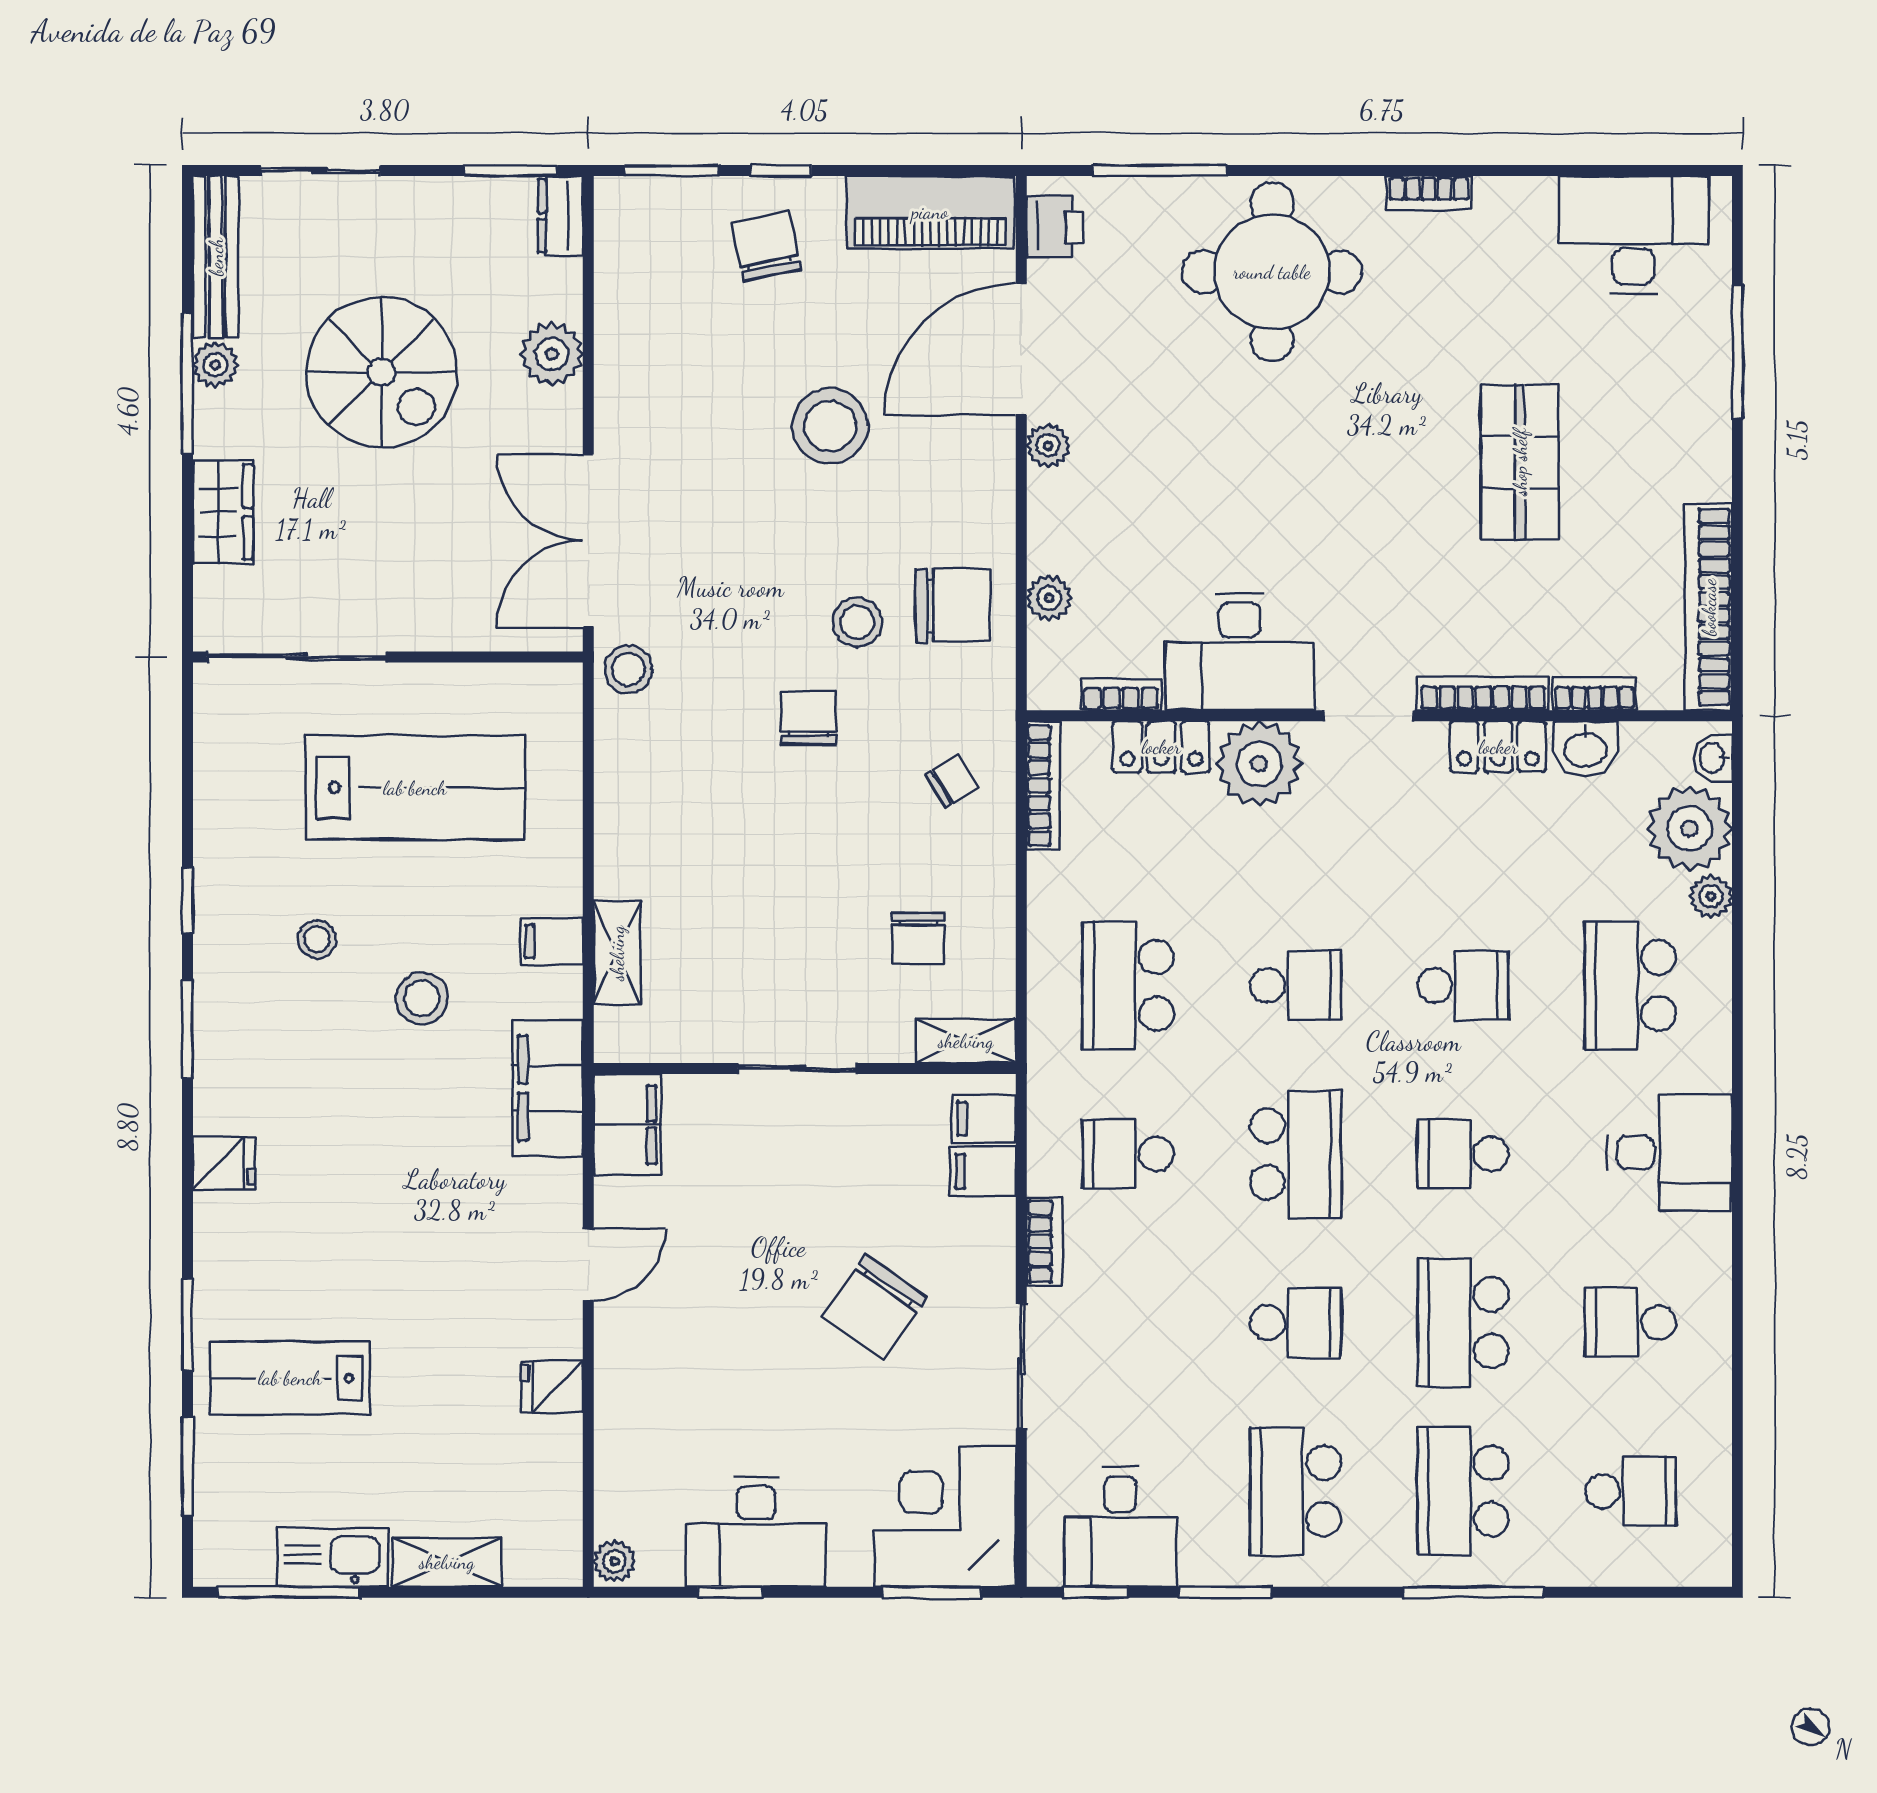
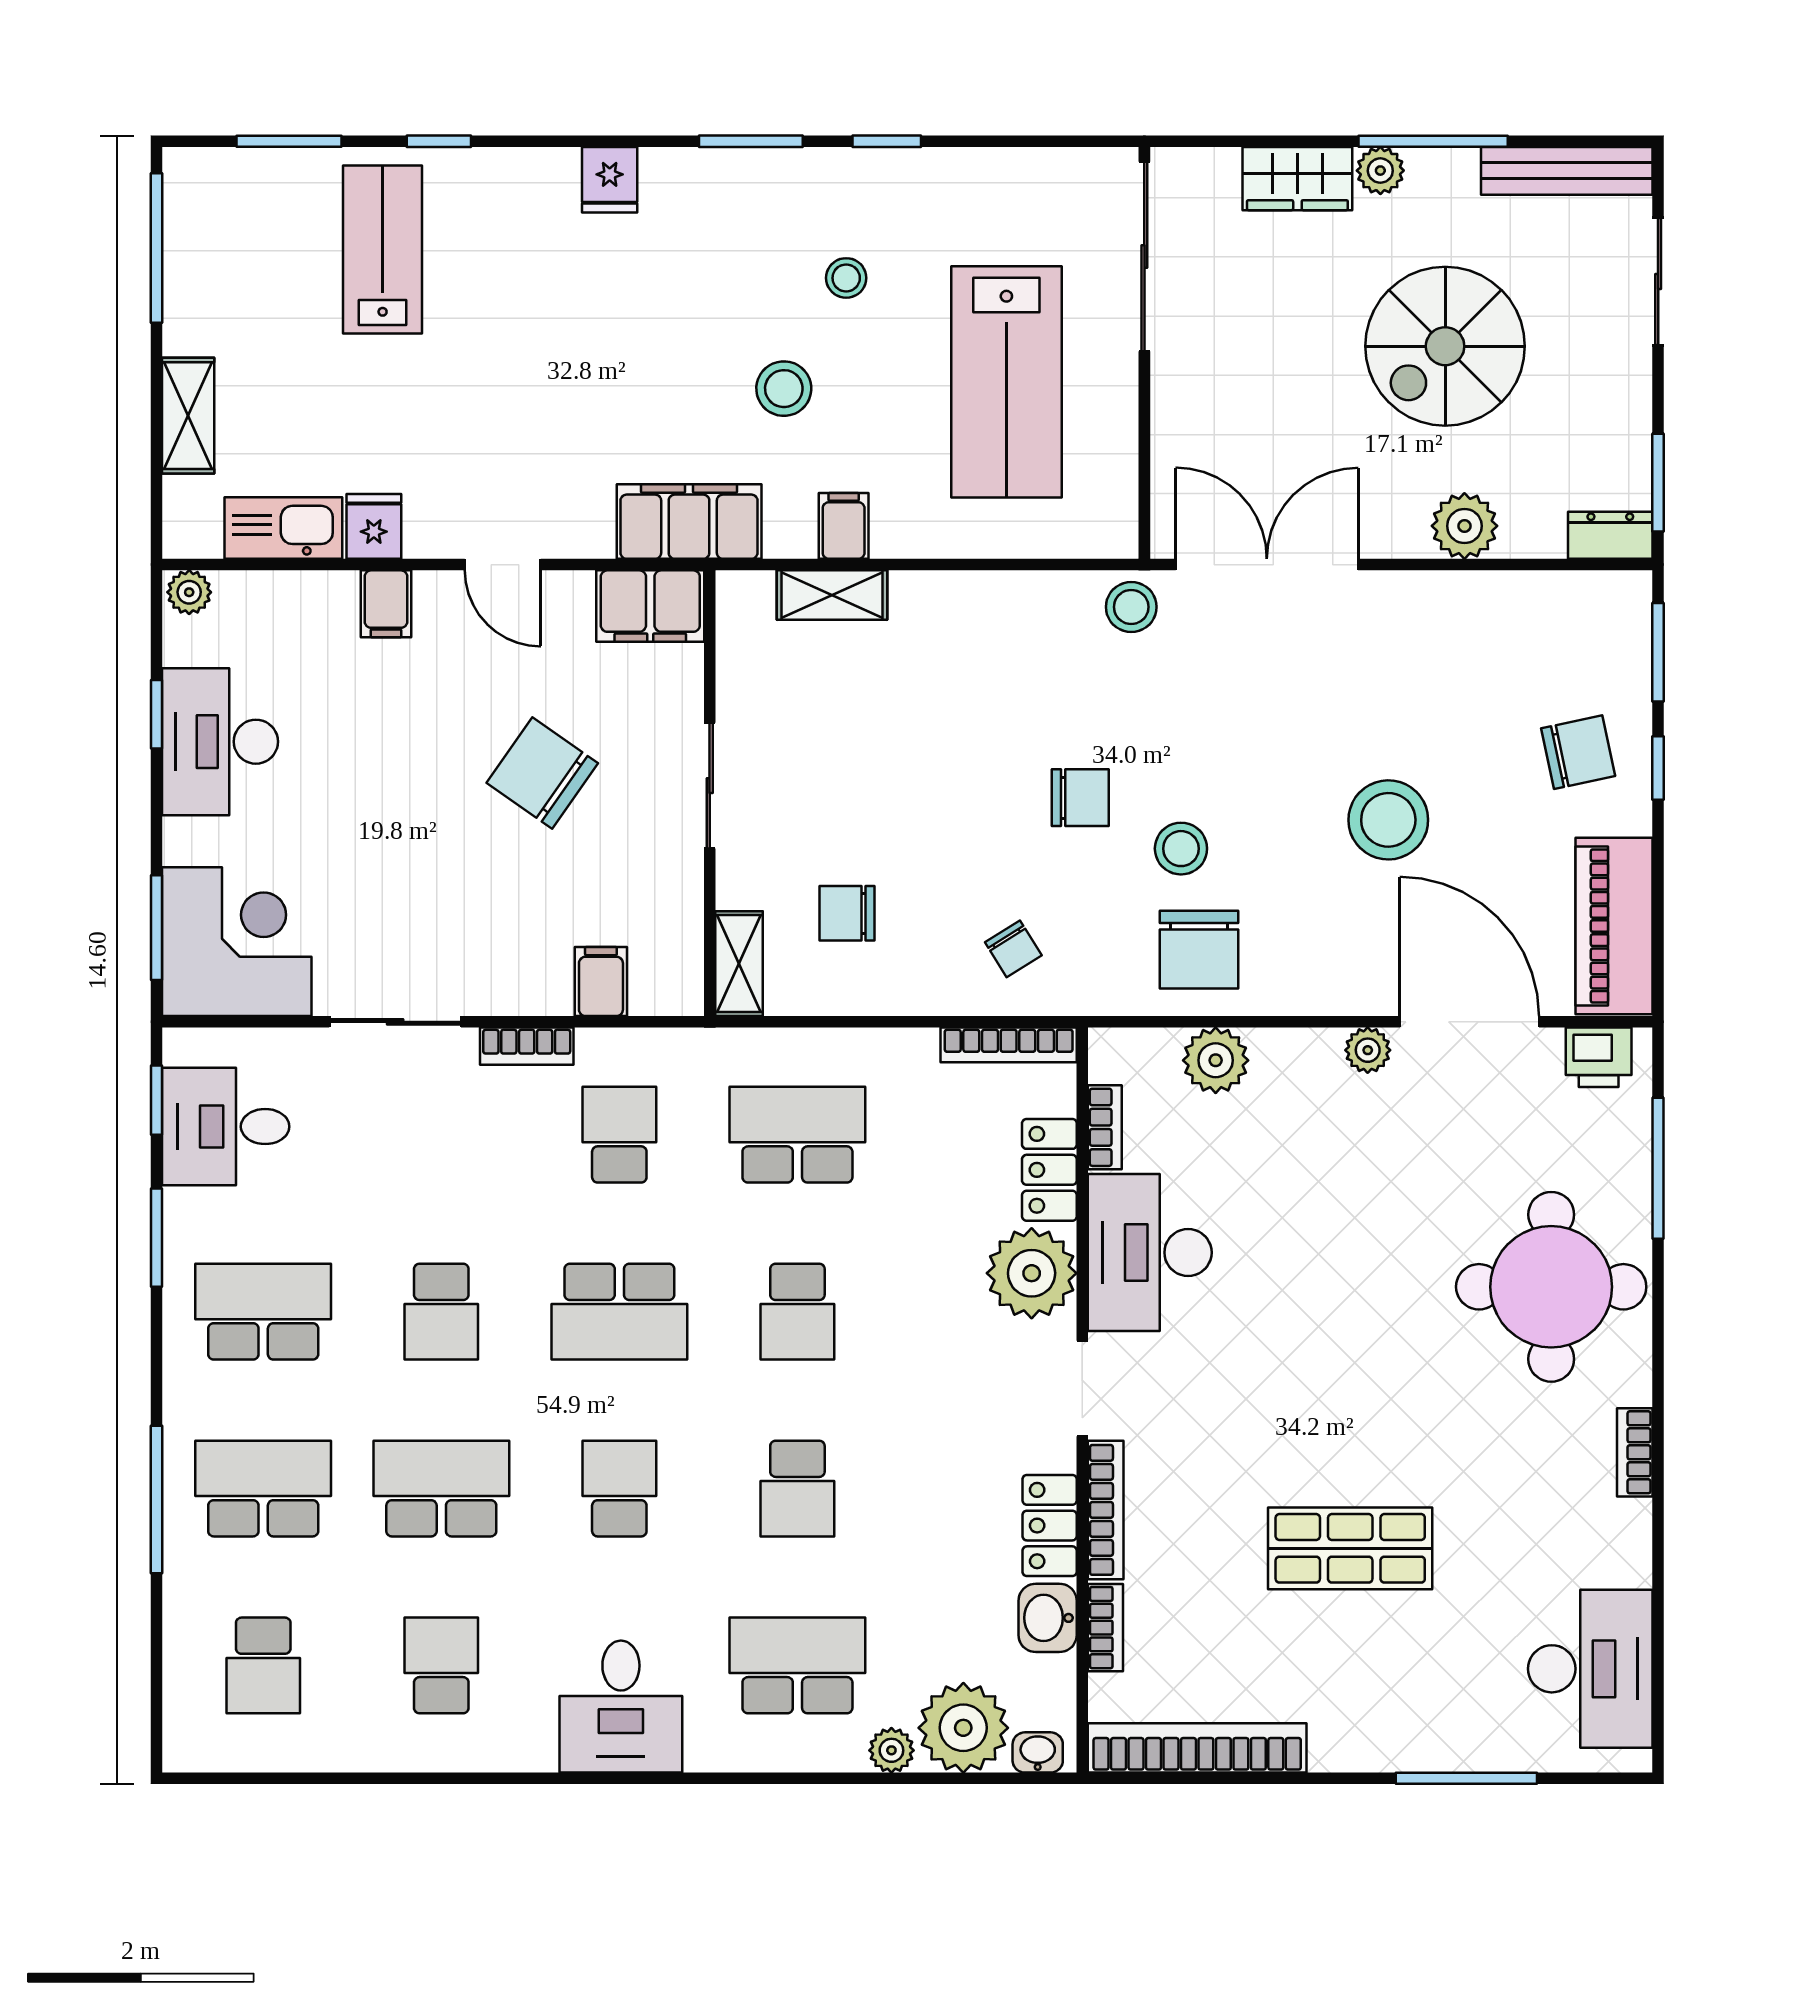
plant: (215, 365) -> (1380, 171), moved
plant: (1049, 598) -> (1216, 1060), width x1.38, depth x1.38
filing cabinet: (984, 1119) -> (386, 604), moved, turned 180
chair: (875, 1307) -> (542, 773), moved
window: (187, 1325) -> (439, 141), width x0.67
kitchen sink: (333, 1558) -> (283, 528), moved, turned -90

